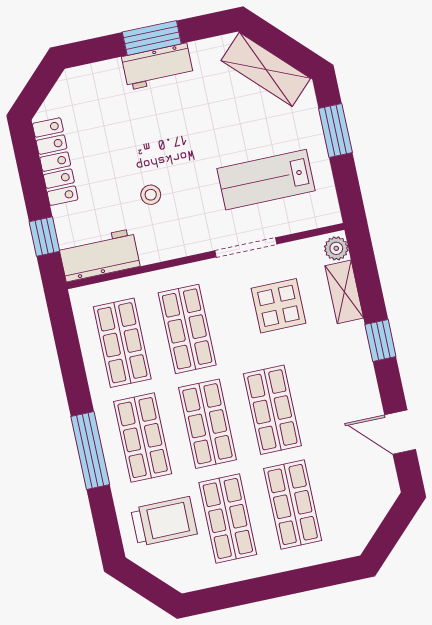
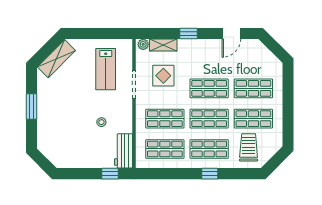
workbench: (158, 67) -> (45, 107), removed
window: (335, 131) -> (90, 33), removed
locker: (55, 162) -> (77, 162), removed
window: (90, 450) -> (210, 174), width x0.46

